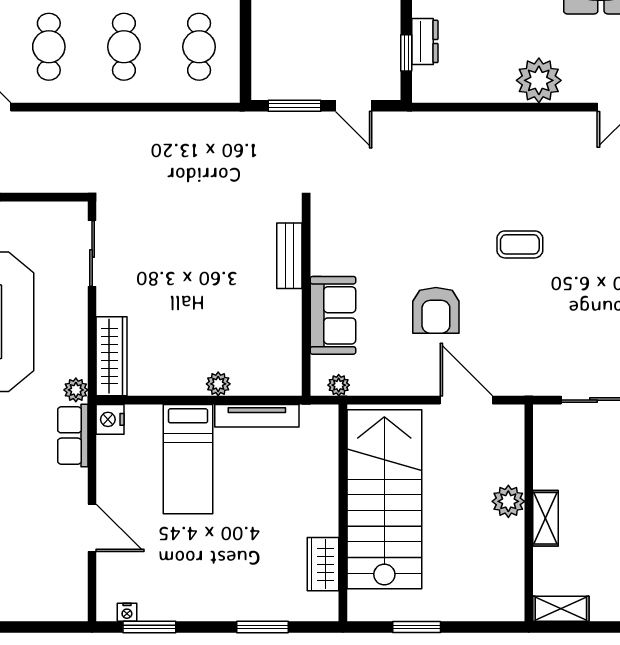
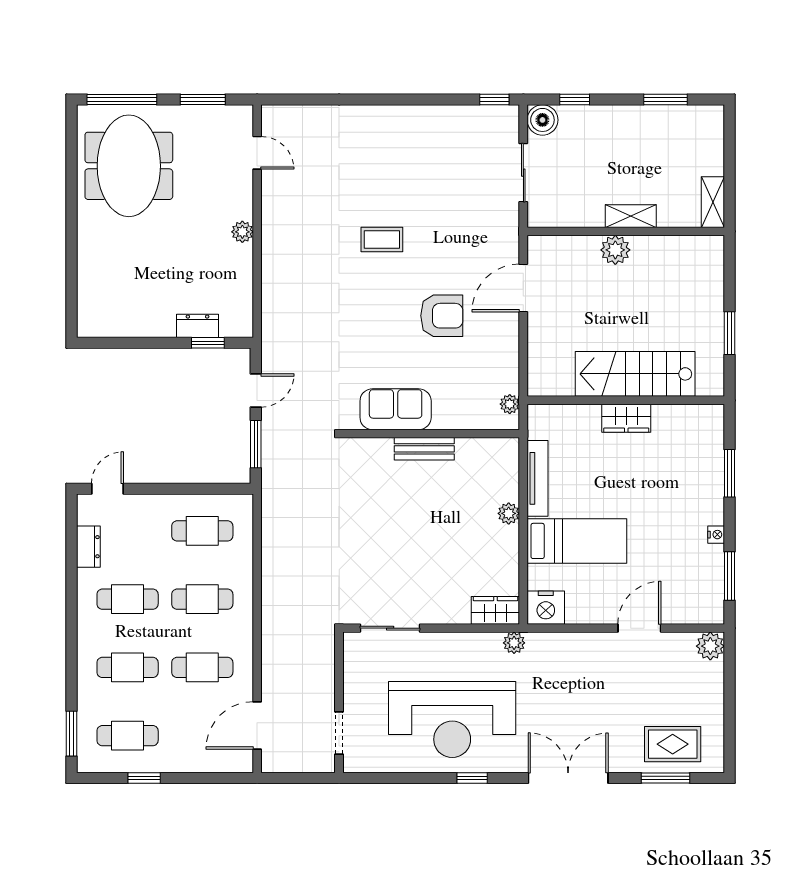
plant: (539, 80) -> (242, 232), width x0.53, depth x0.53
coffee table: (520, 244) -> (382, 239), turned 90
bench: (289, 256) -> (424, 449), moved
sofa: (333, 315) -> (396, 409), moved
wardrobe: (112, 356) -> (495, 610), width x0.67
nightstand: (110, 419) -> (546, 608), width x1.36, depth x1.33
row of seats: (73, 435) -> (555, 646), removed
stairs: (384, 499) -> (635, 374), width x0.73, depth x0.66
wardrobe: (323, 564) -> (626, 418), moved
plant: (72, 606) -> (710, 646), added
nightstand: (127, 612) -> (716, 535), moved

